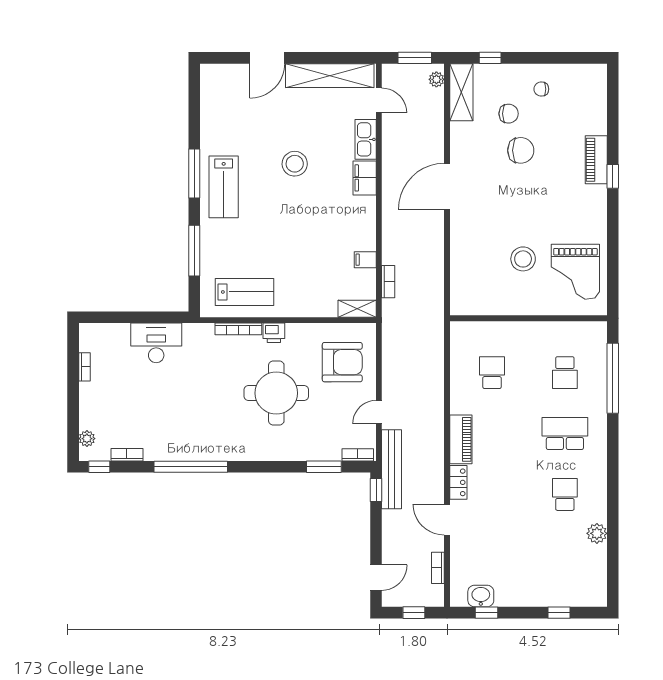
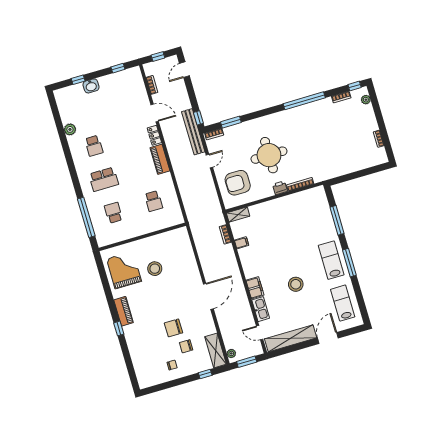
piano: (596, 160) -> (124, 311), moved
lab bench: (244, 292) -> (343, 303), moved, turned 90
desk: (156, 343) -> (343, 163), removed
washbasin: (481, 596) -> (91, 86), moved

